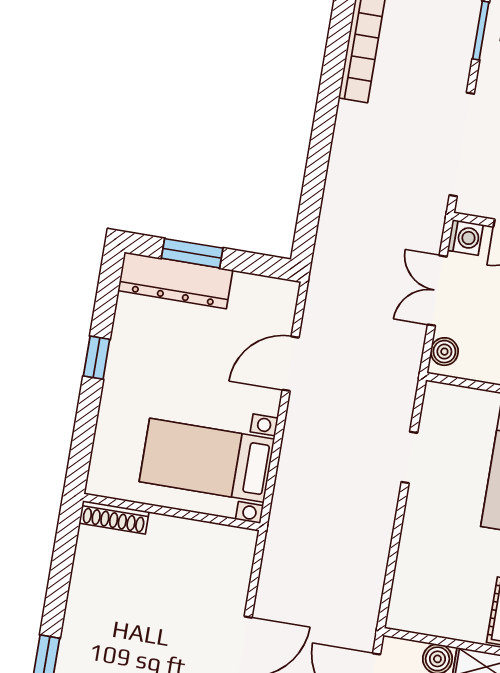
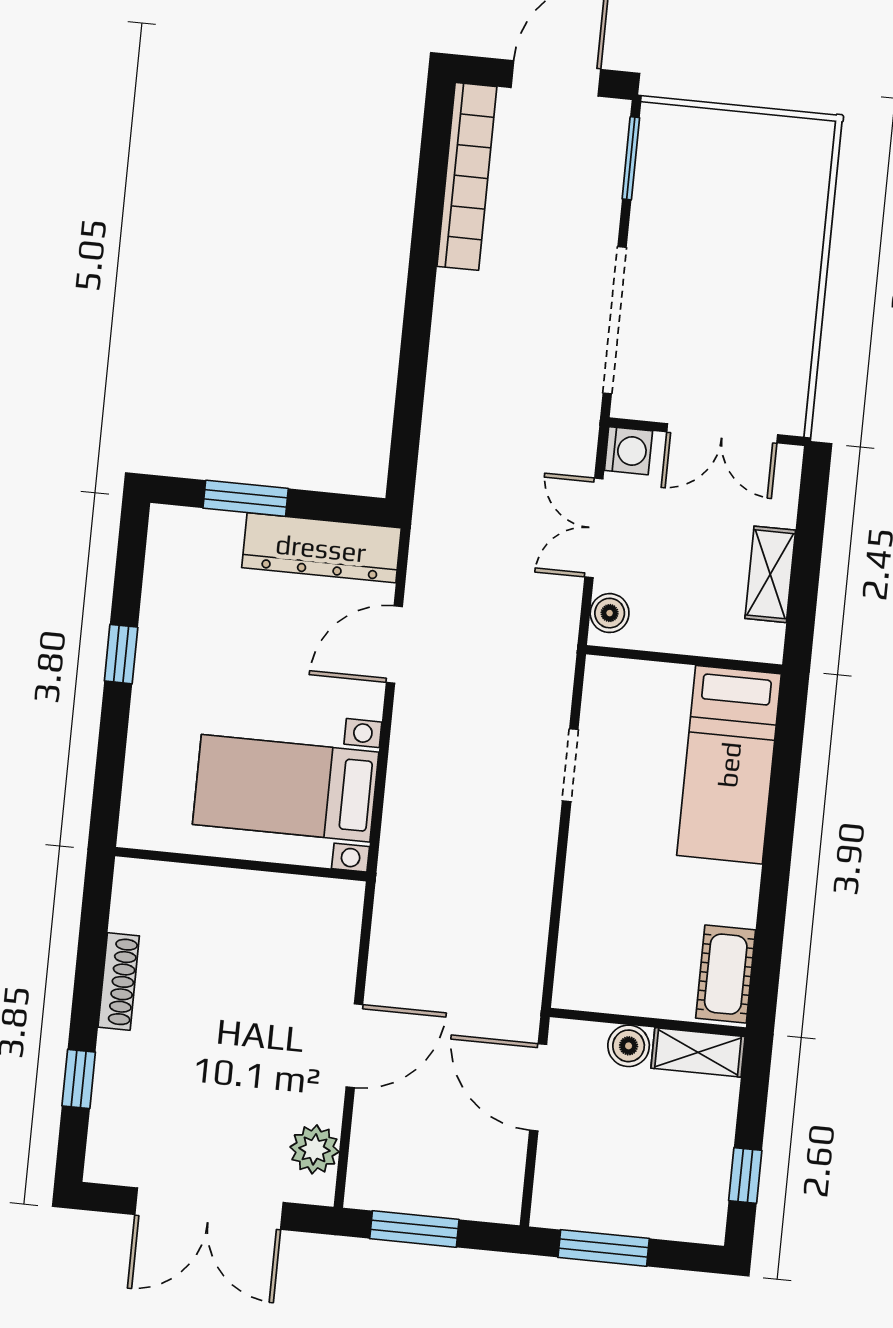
dresser: (175, 280) -> (321, 548), moved
shoe rack: (114, 517) -> (119, 981), moved, turned -90

